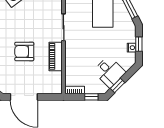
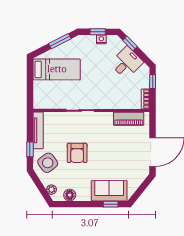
armchair: (24, 51) -> (77, 153), moved
piano: (56, 56) -> (129, 119), moved
window: (117, 86) -> (130, 43), moved

